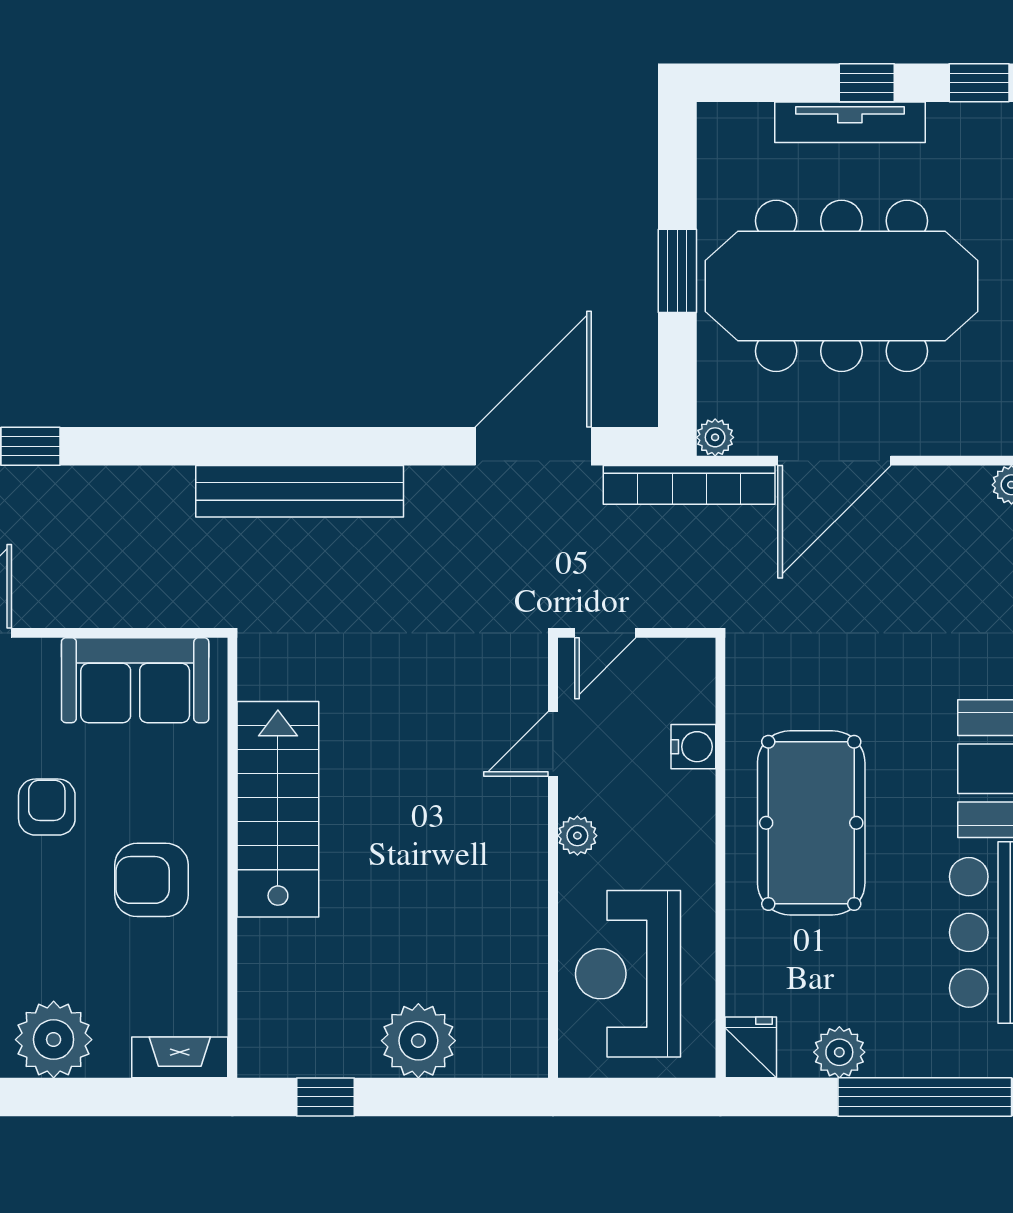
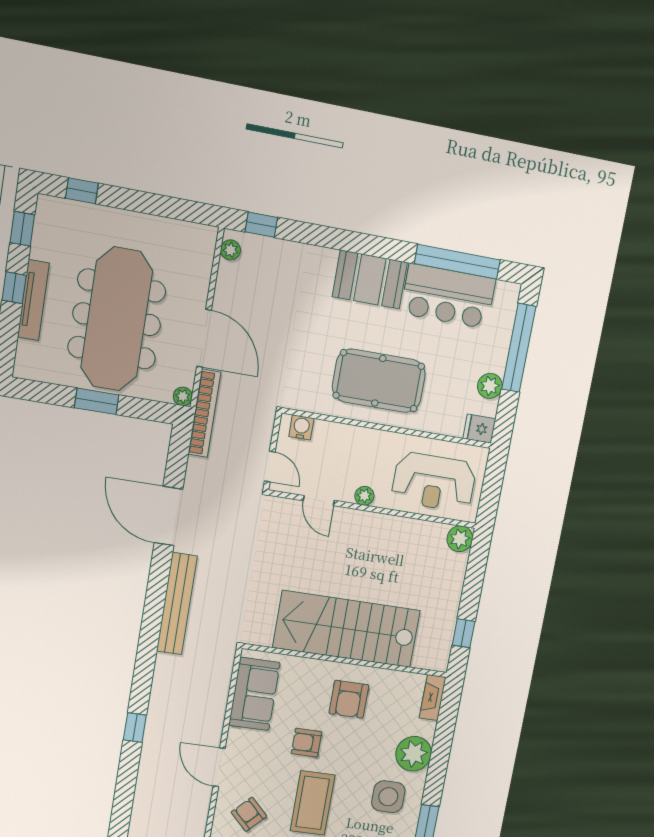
door: (533, 446) -> (168, 516), moved
water cooler: (693, 747) -> (301, 427), moved
stairs: (278, 809) -> (347, 629), width x1.36, depth x1.51
plant: (418, 1041) -> (460, 539), moved, width x0.73, depth x0.73

